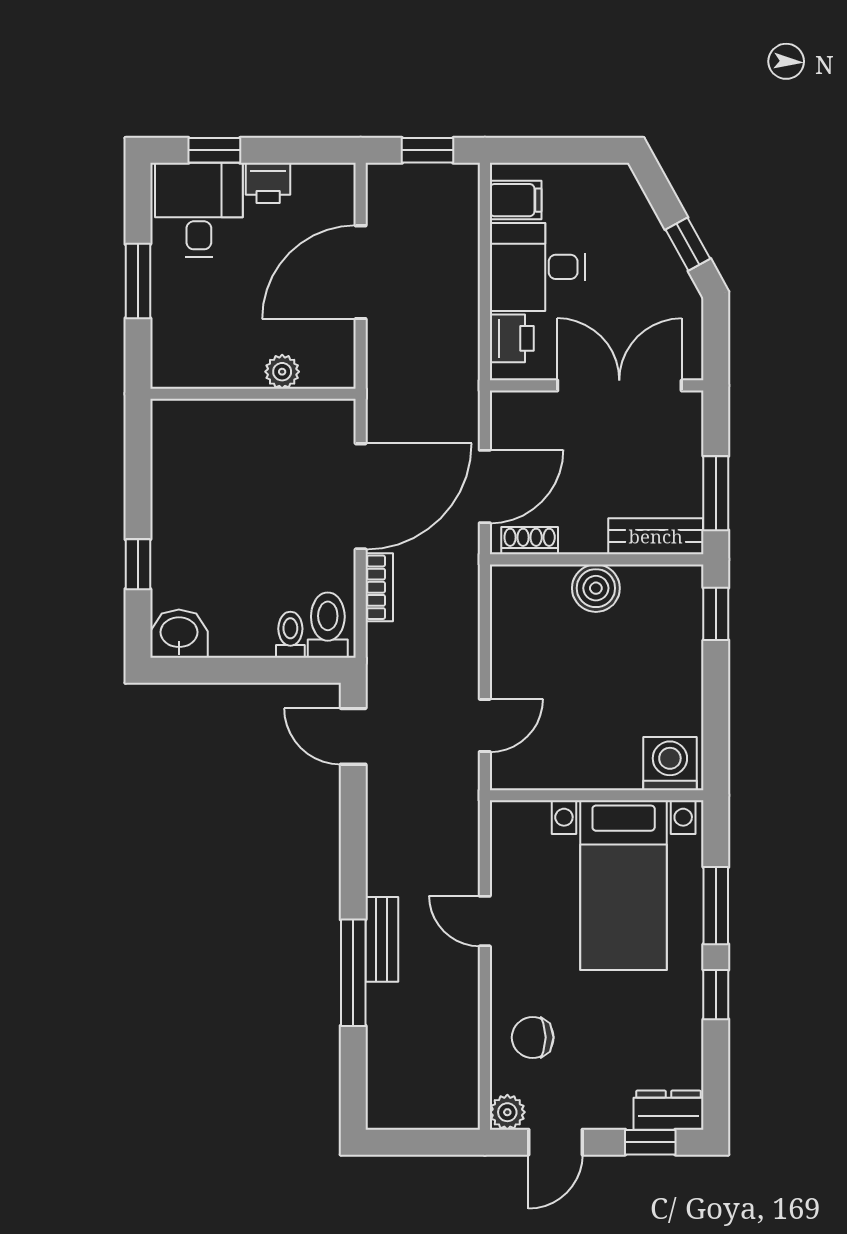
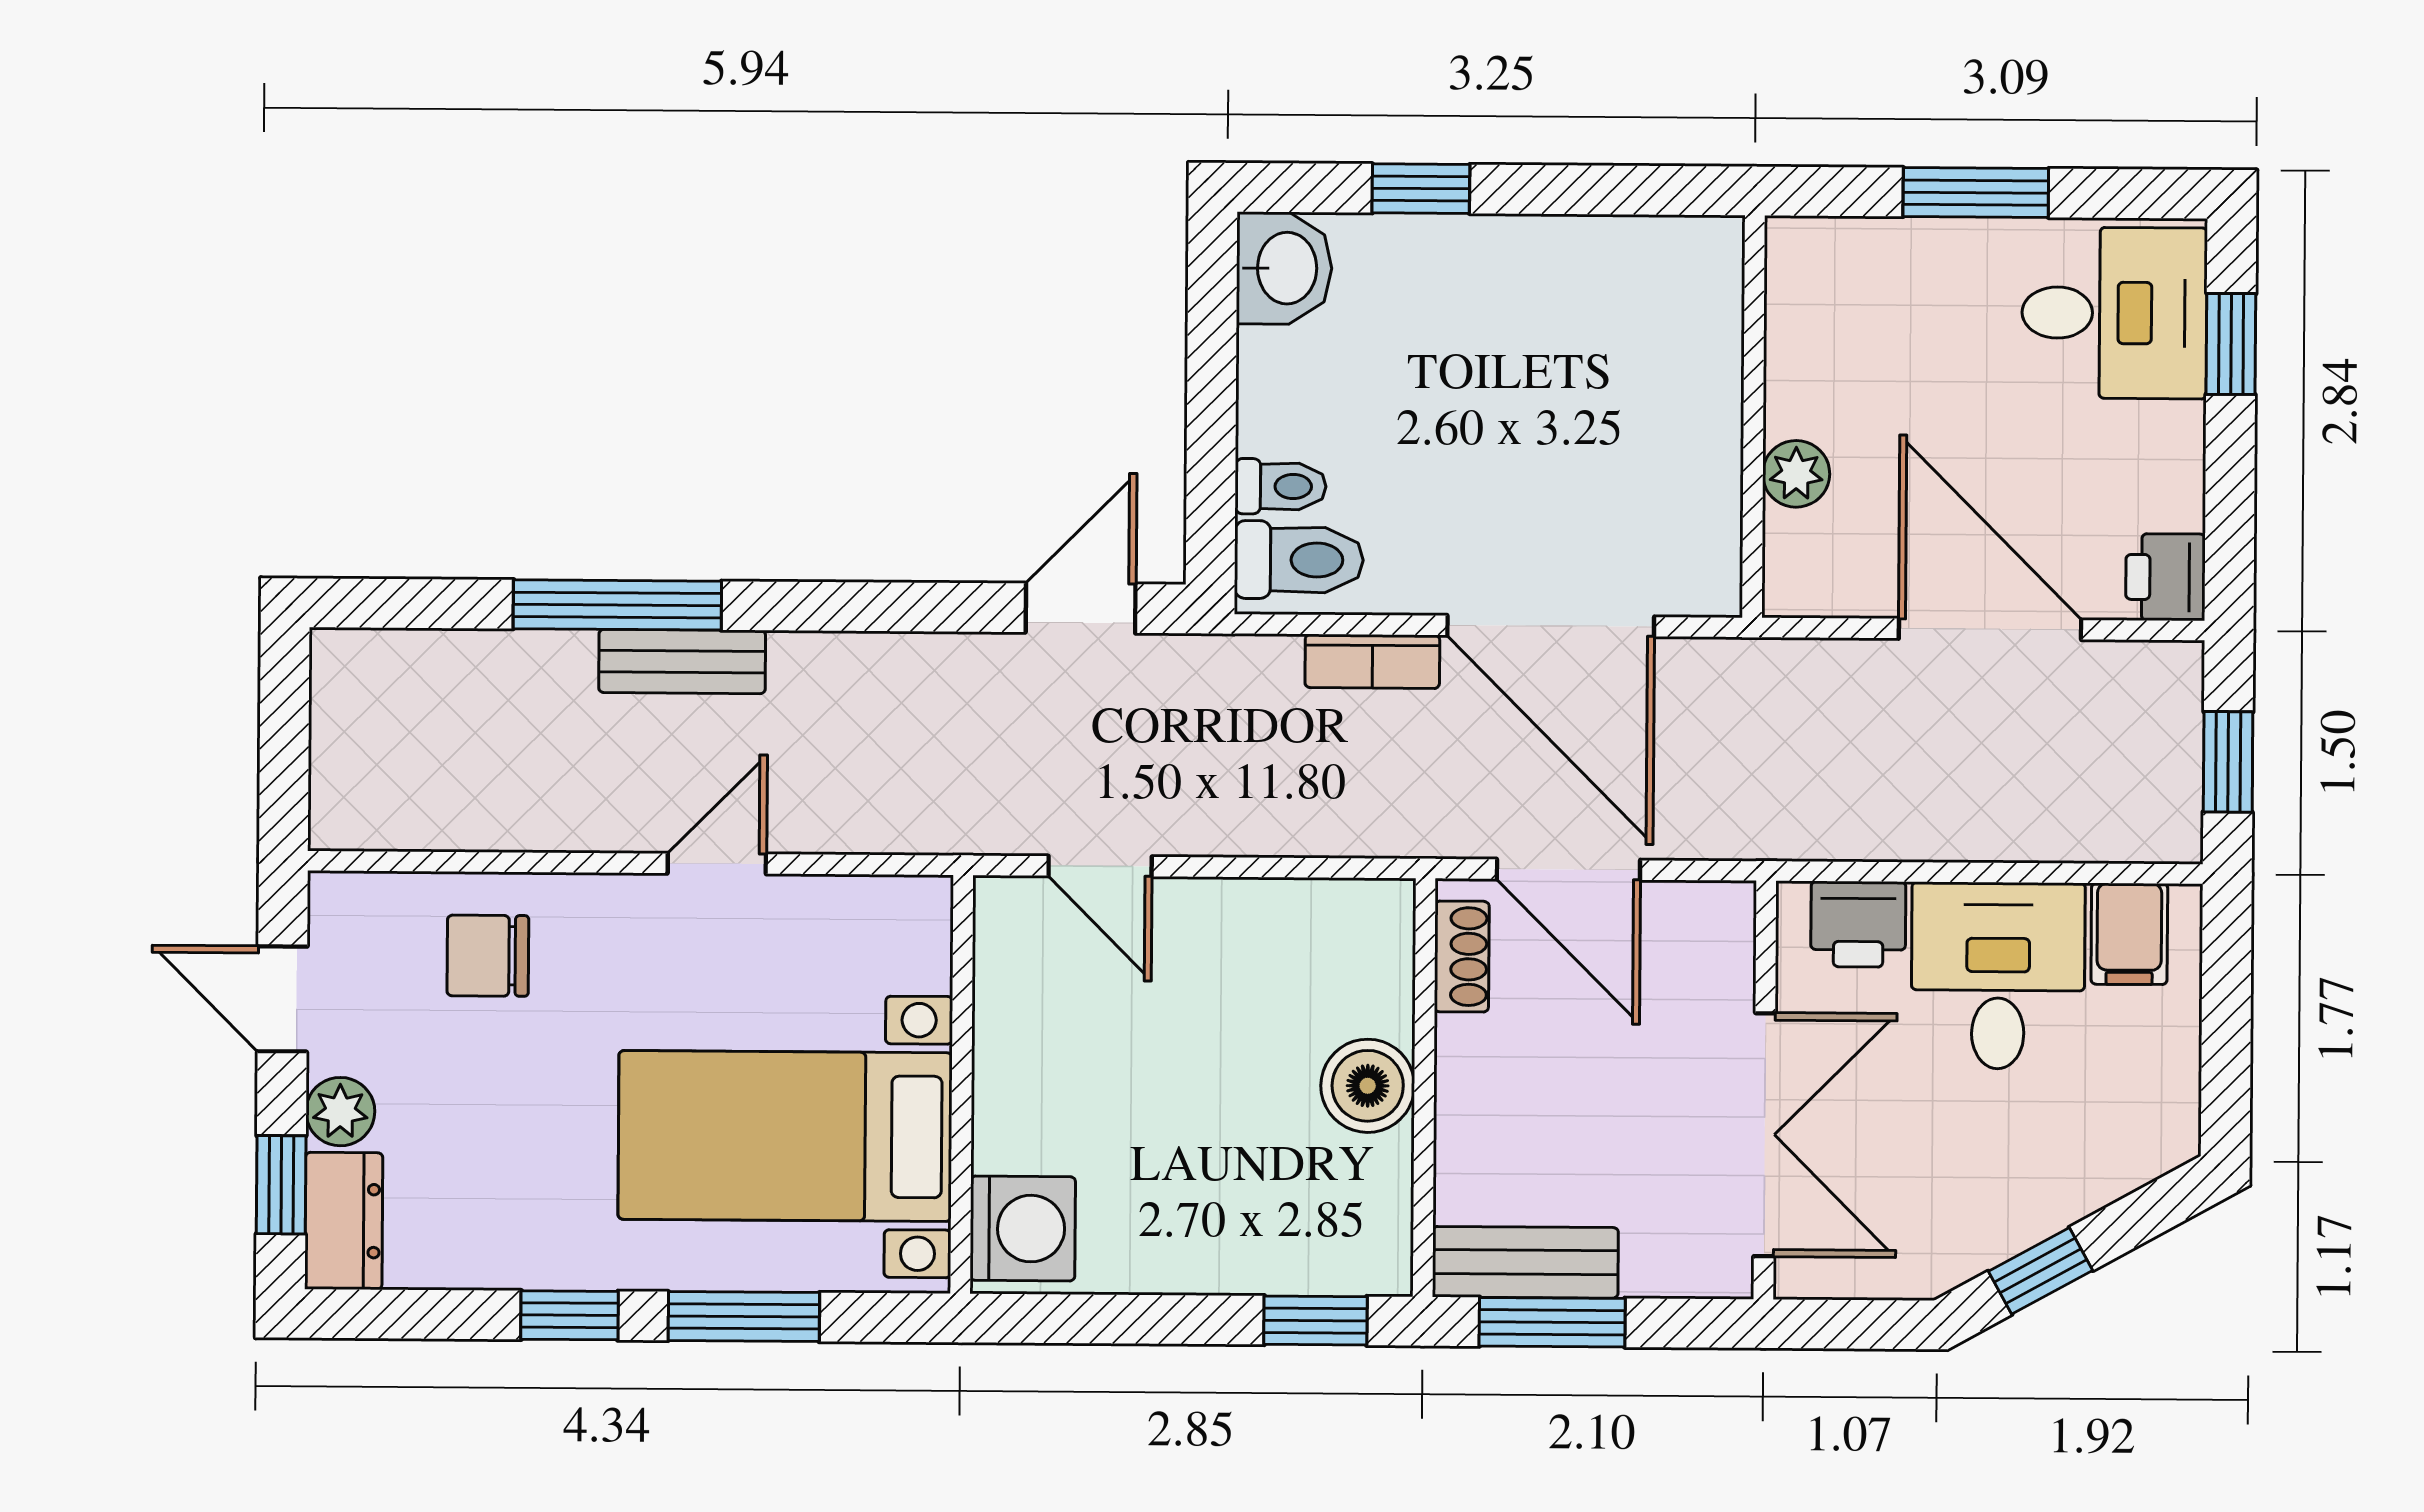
printer: (268, 183) -> (2165, 577), moved
bench: (656, 536) -> (1525, 1262), moved, turned 90
chair: (533, 1037) -> (488, 956), turned -90
plant: (507, 1112) -> (340, 1112), moved

